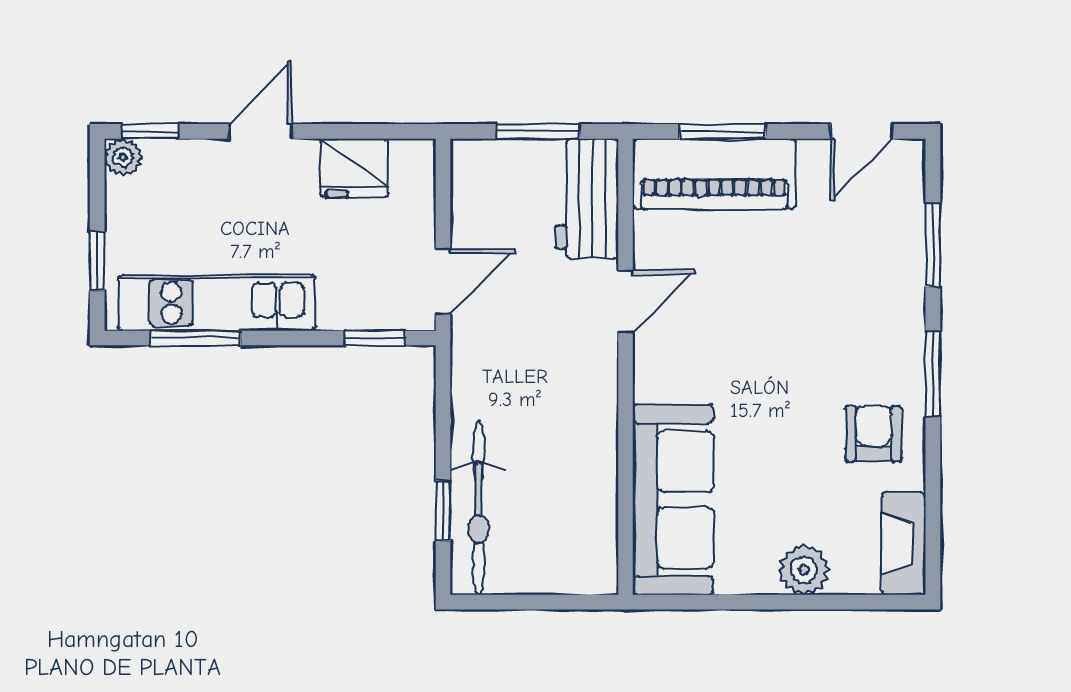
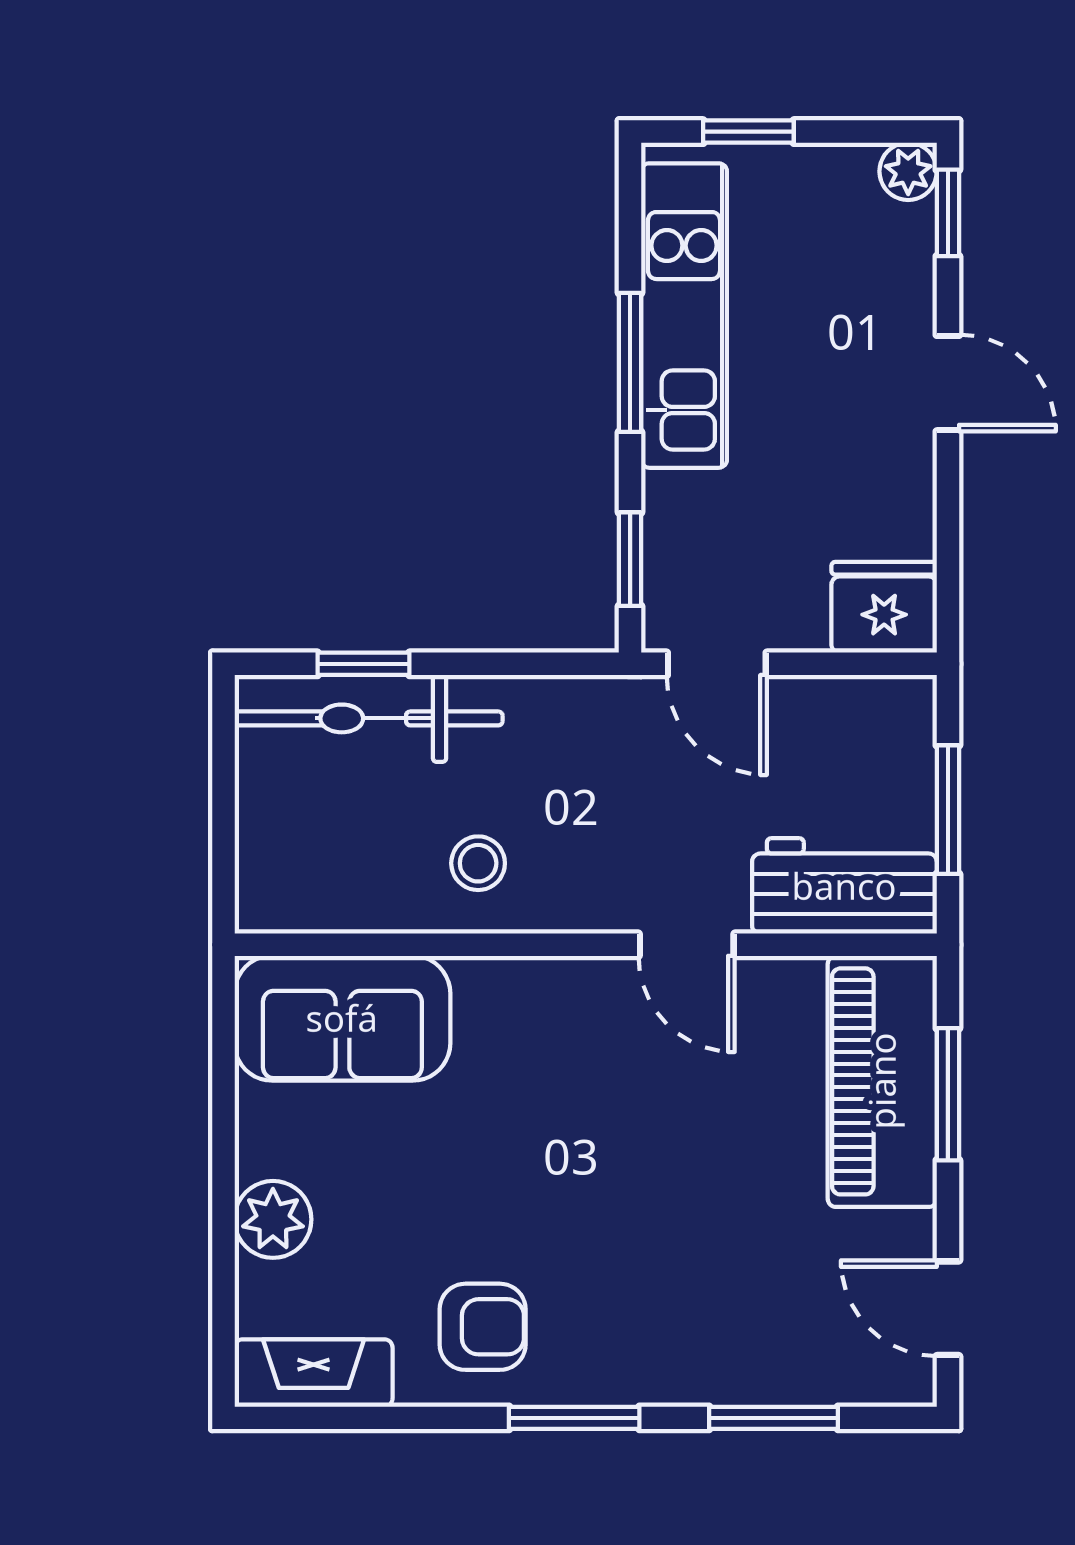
fridge: (355, 168) -> (884, 607), moved, turned 90
window: (195, 338) -> (630, 362), moved
stool: (573, 437) -> (478, 863), added
sofa: (673, 500) -> (342, 1018), width x0.73

